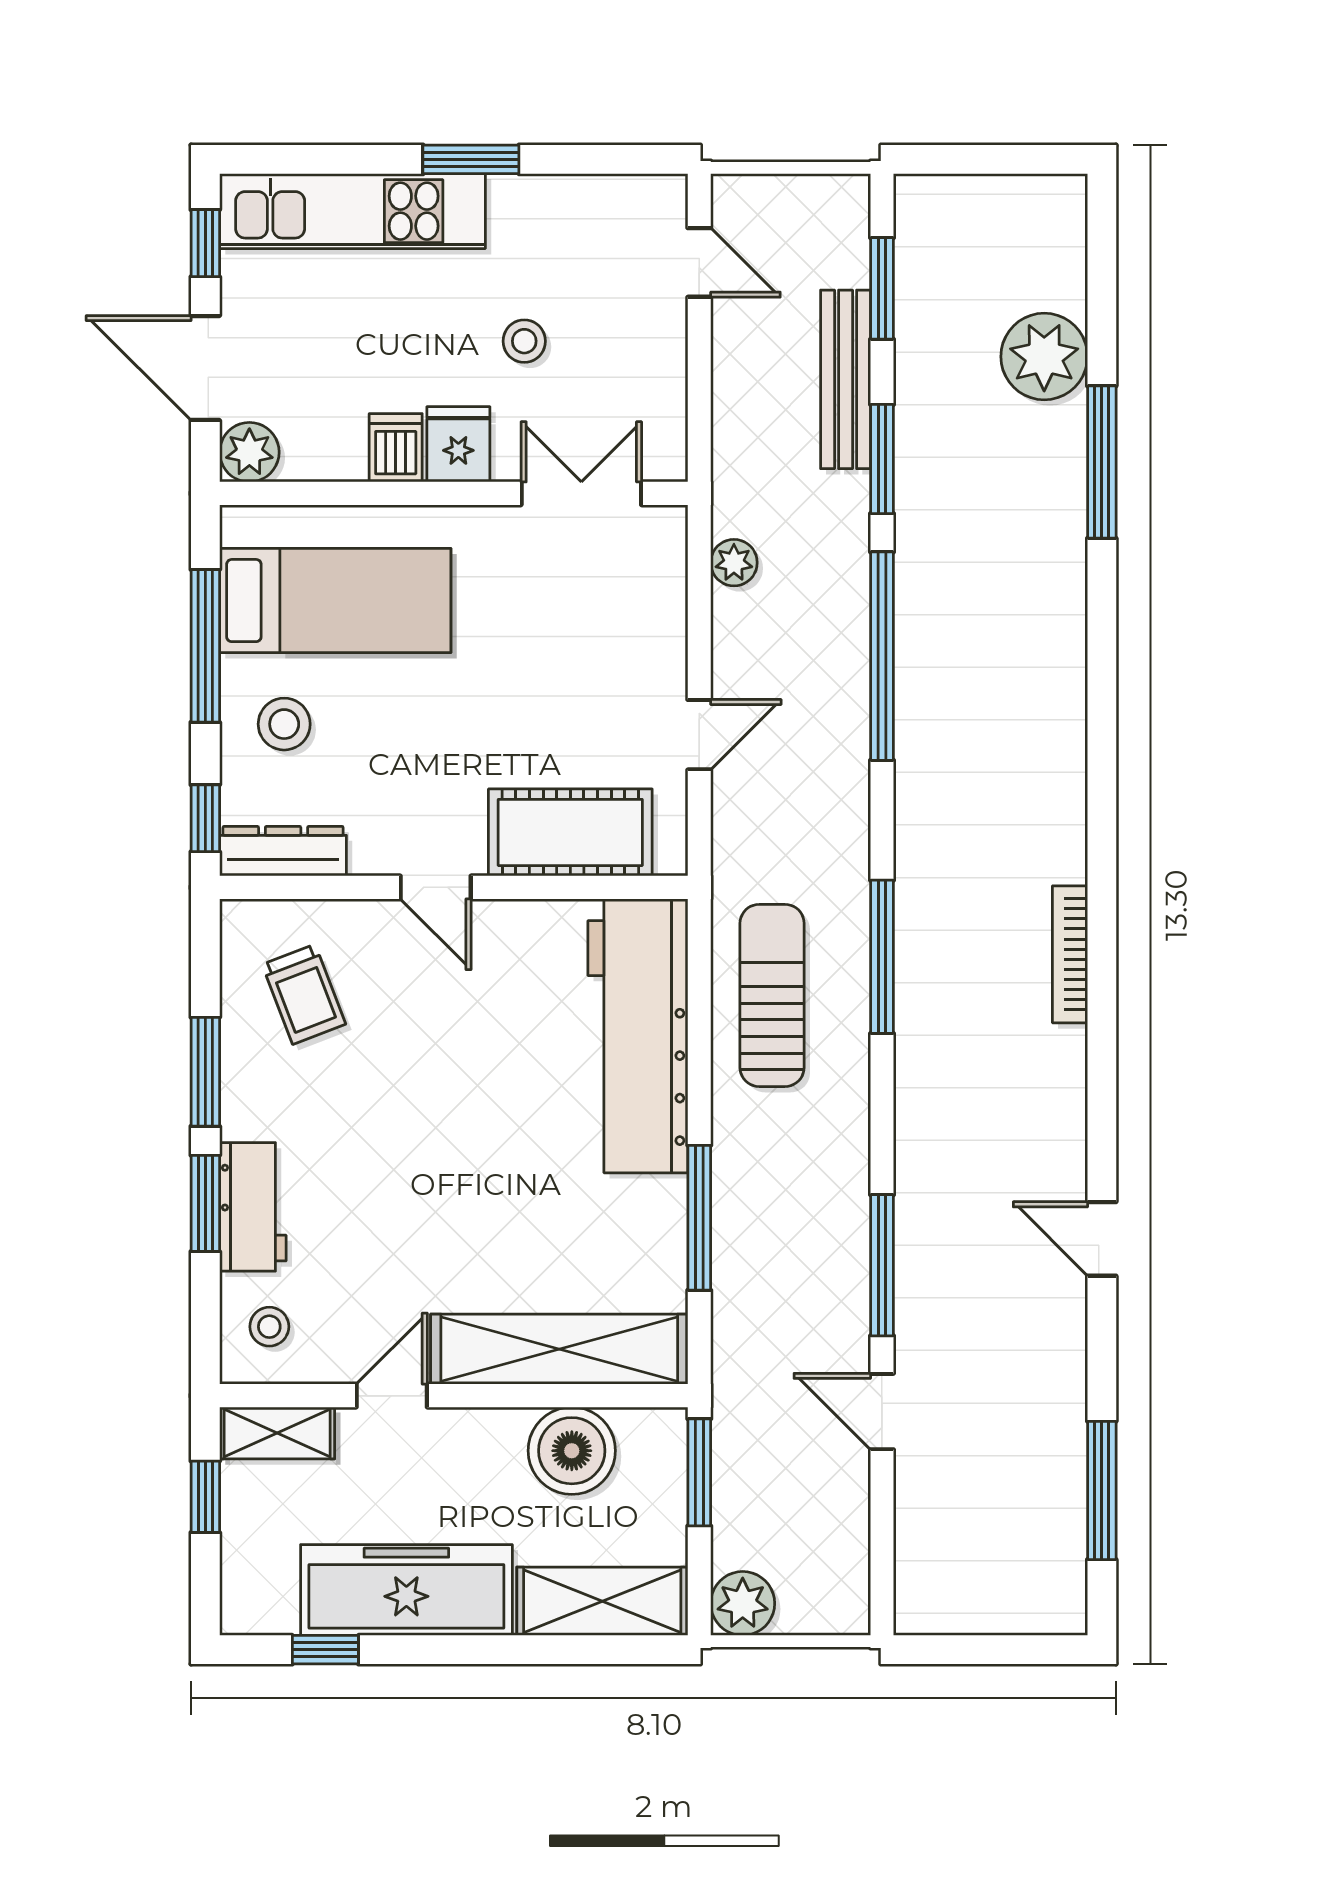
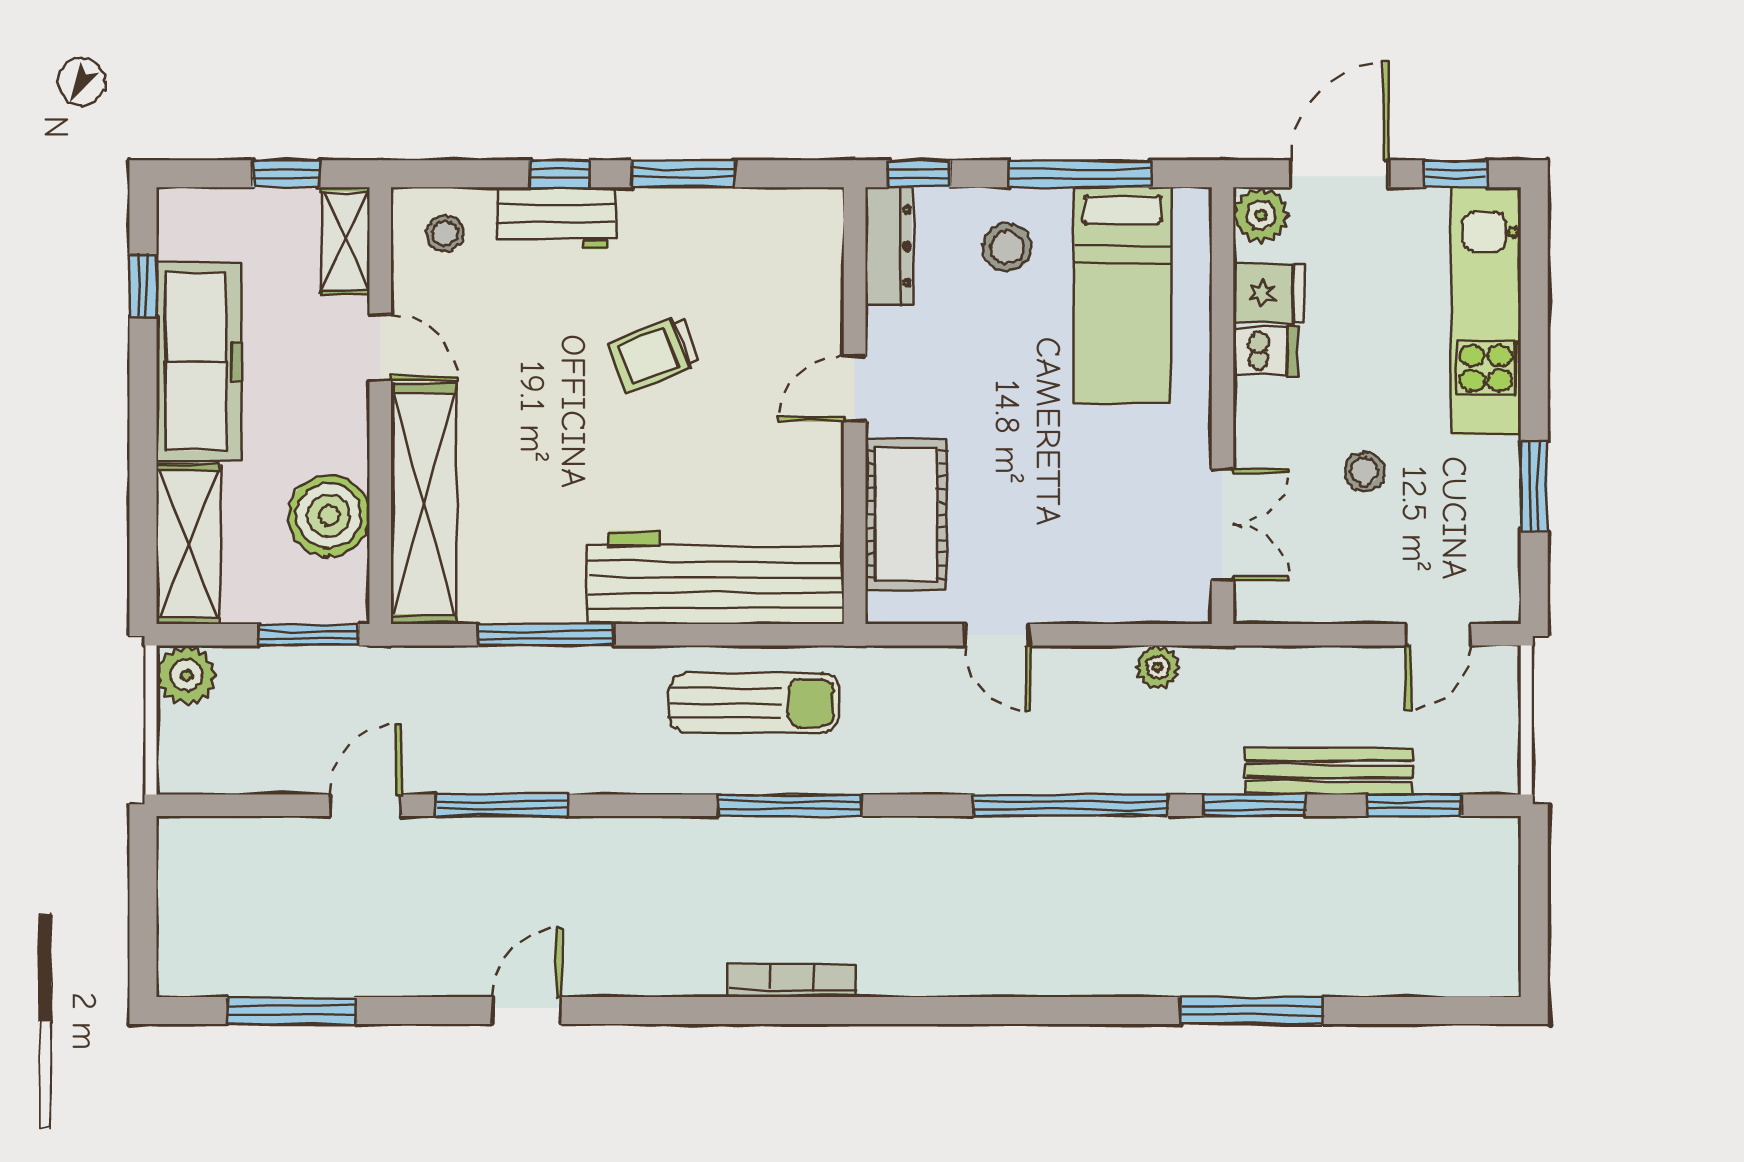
window: (471, 159) -> (1534, 486), moved
plant: (1044, 357) -> (1350, 957), removed
fridge: (458, 444) -> (1268, 293), moved
trolley: (304, 994) -> (654, 354), moved
window: (205, 1203) -> (560, 174), width x0.67

